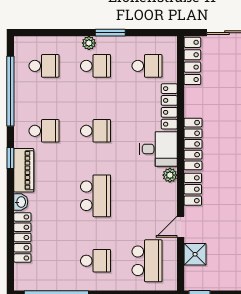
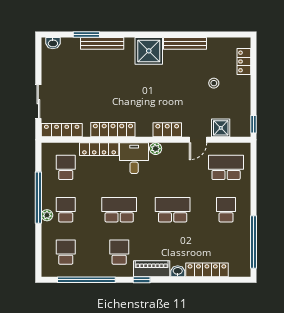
window: (110, 33) -> (38, 198), width x2.11
school desk: (96, 131) -> (119, 210), width x1.85
locker: (193, 144) -> (113, 130), moved
door: (181, 227) -> (198, 140), hinge flipped

